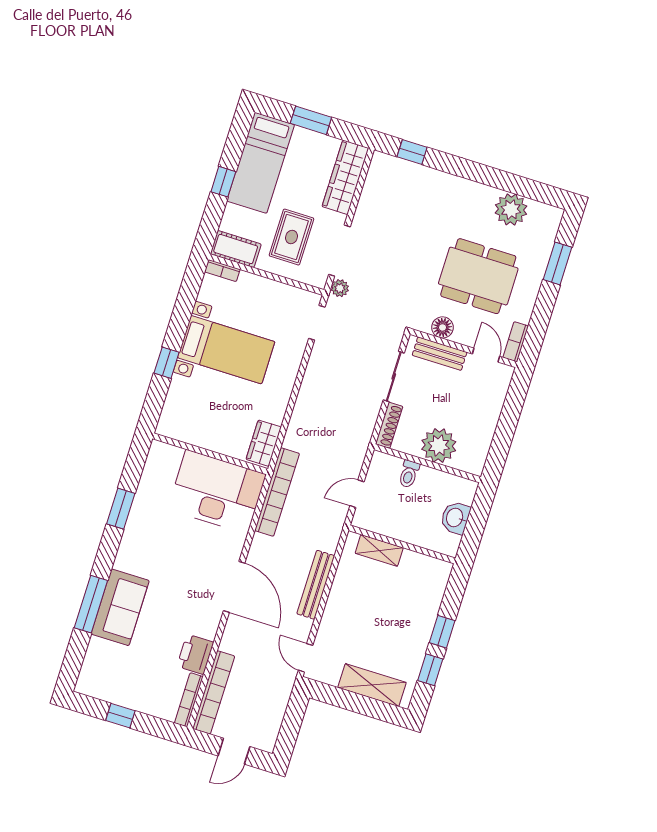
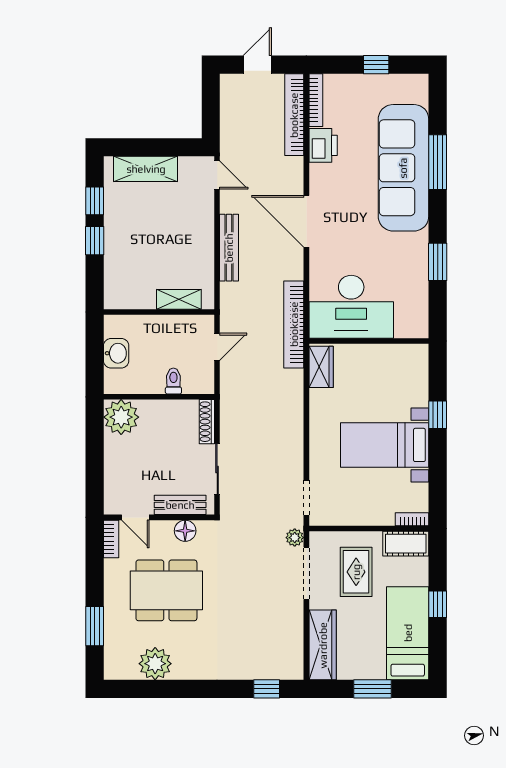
plant: (439, 446) -> (121, 417), moved
sofa: (120, 607) -> (403, 168), width x1.85, depth x1.27

